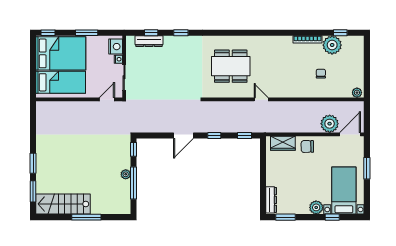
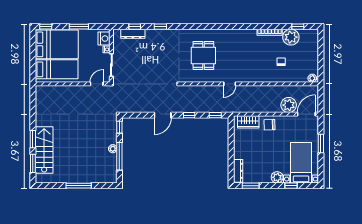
dining table: (231, 66) -> (203, 55), width x0.73
door: (261, 99) -> (230, 84), swing flipped
stairs: (63, 204) -> (44, 150), moved, turned 90

